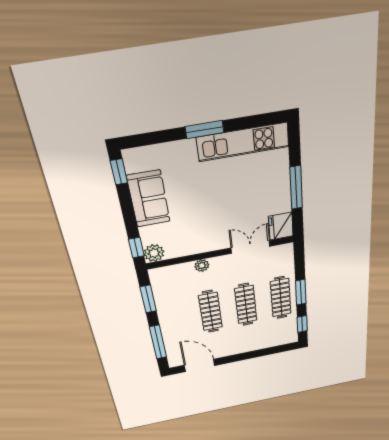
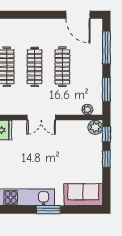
window: (119, 172) -> (106, 159), moved
sofa: (149, 199) -> (83, 195), moved, turned 90
double door: (250, 247) -> (41, 117), moved
plant: (202, 266) -> (87, 110), moved

